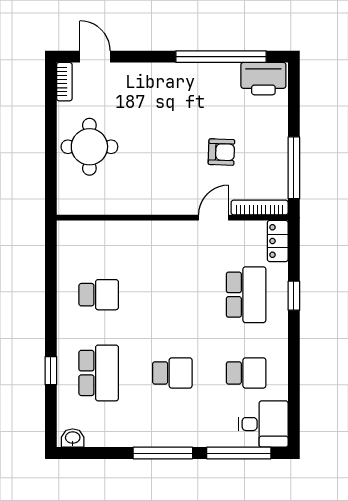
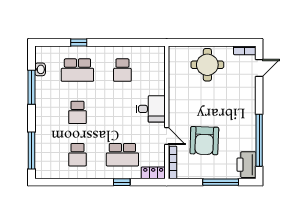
armchair: (221, 152) -> (204, 141), width x1.88, depth x1.88
window: (294, 168) -> (221, 182), moved
desk: (263, 424) -> (151, 109), moved, turned -90
washbasin: (73, 438) -> (40, 69), moved
window: (163, 453) -> (31, 87), moved

